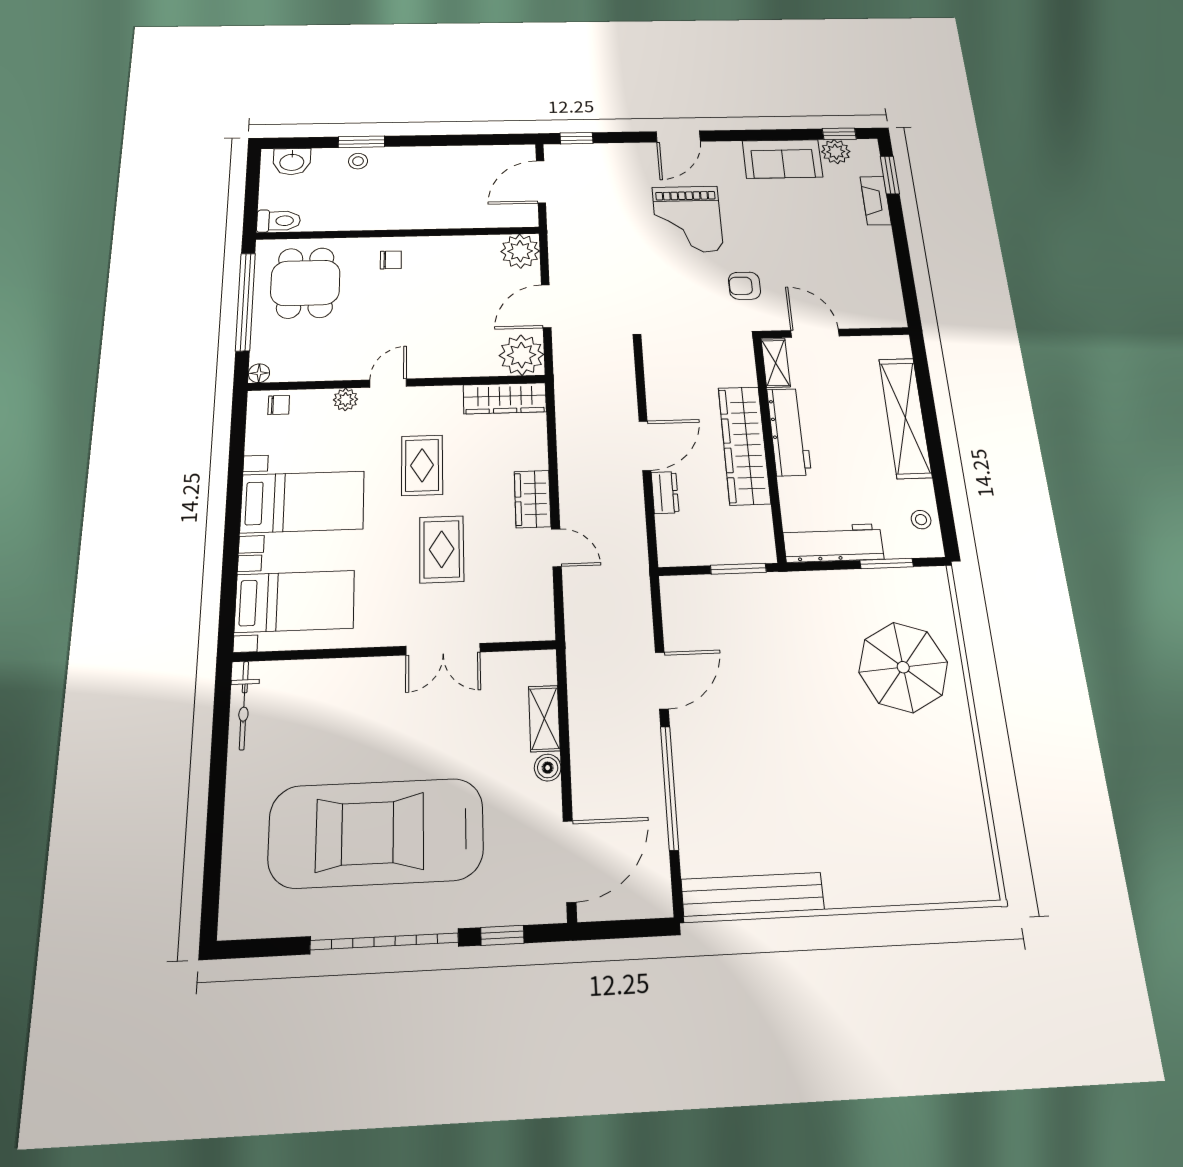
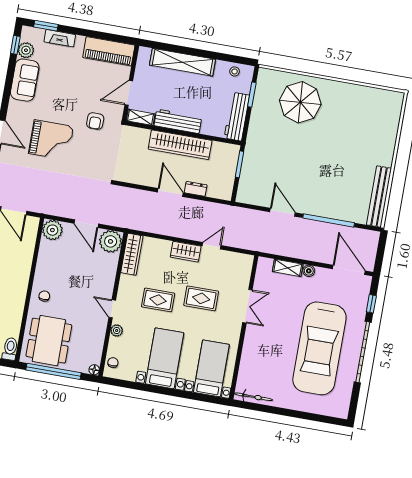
dining table: (305, 283) -> (49, 341), width x1.38
piano: (881, 285) -> (109, 51), added

